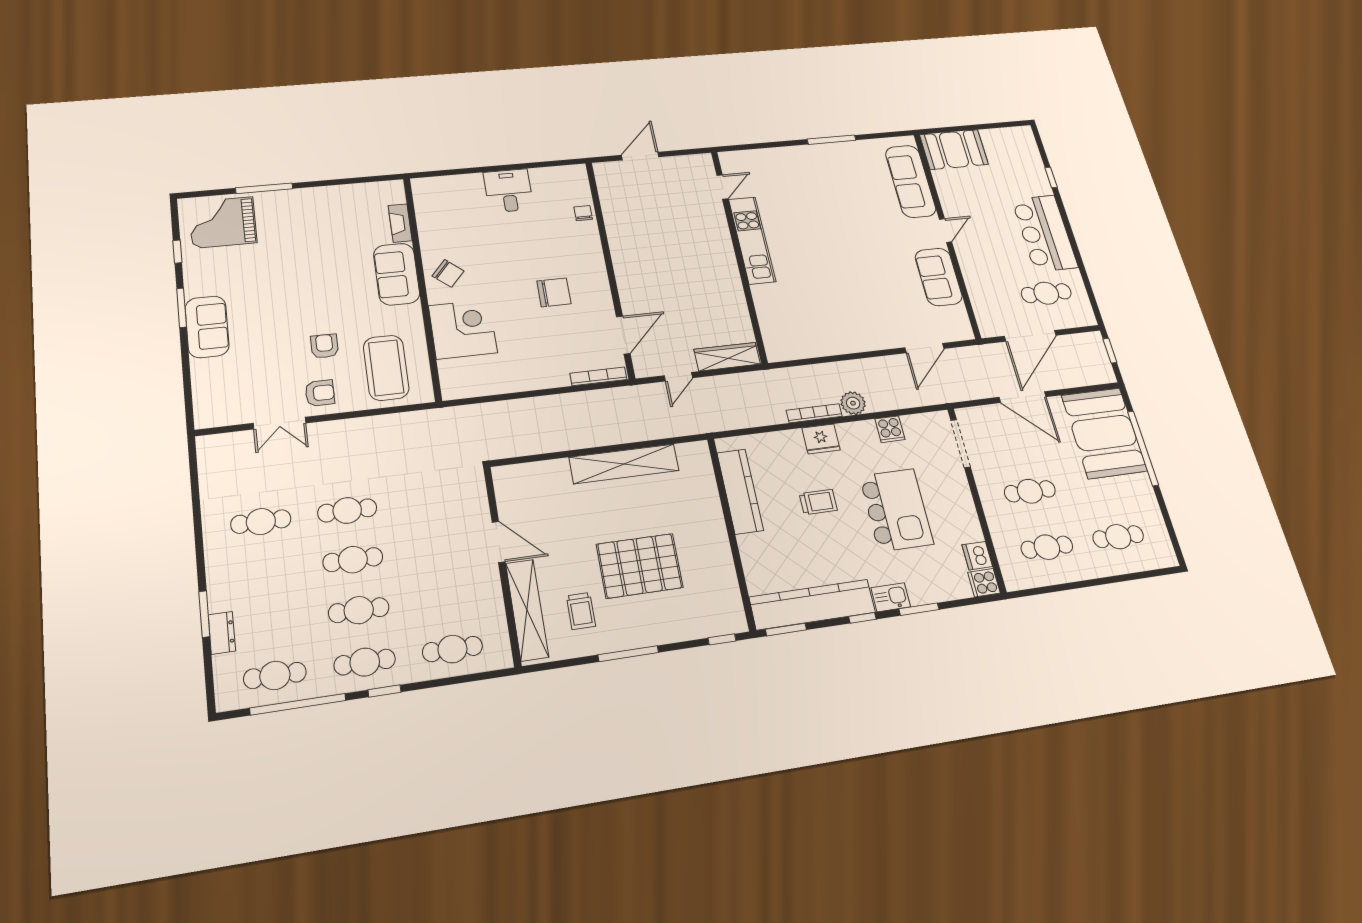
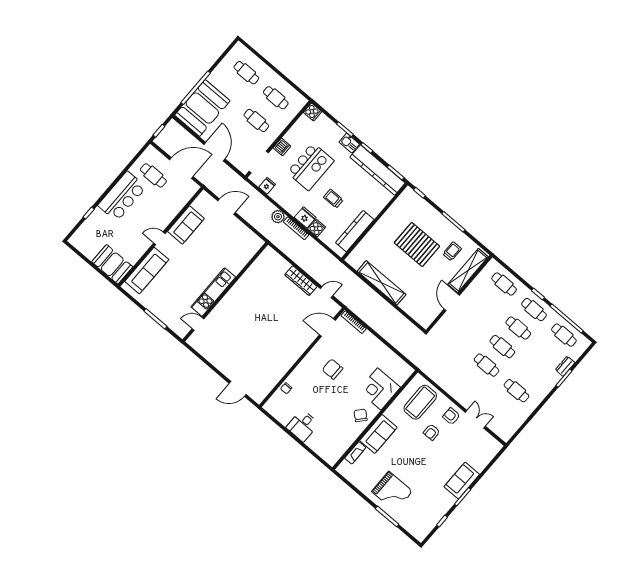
door: (722, 187) -> (198, 324), moved
grand piano: (223, 222) -> (392, 491), moved
kitchen unit: (752, 240) -> (213, 292), moved
wall: (739, 255) -> (225, 292), moved
fridge: (914, 426) -> (267, 186), added
cooker: (890, 429) -> (317, 228), moved
kitchen island: (896, 510) -> (311, 167), turned 180
dishwasher: (977, 556) -> (282, 147), moved

